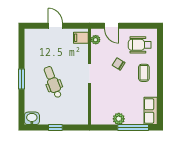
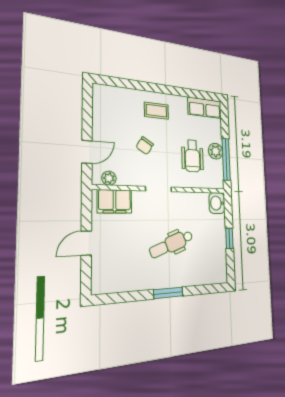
filing cabinet: (81, 38) -> (115, 201), width x2.00
wheelchair: (140, 45) -> (193, 156), moved
washbasin: (32, 118) -> (217, 203), moved
window: (133, 128) -> (226, 159), moved

